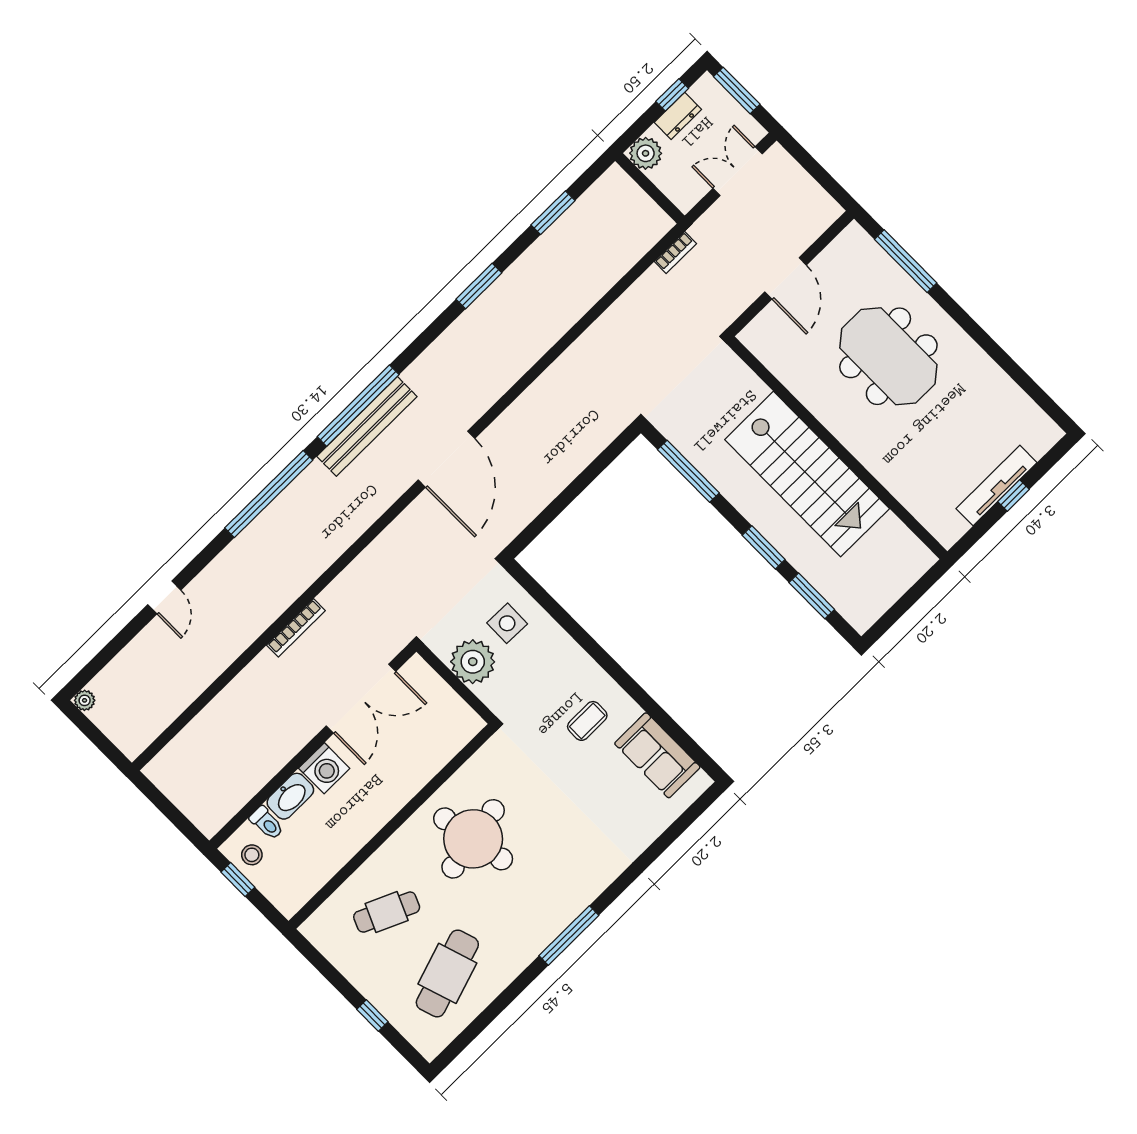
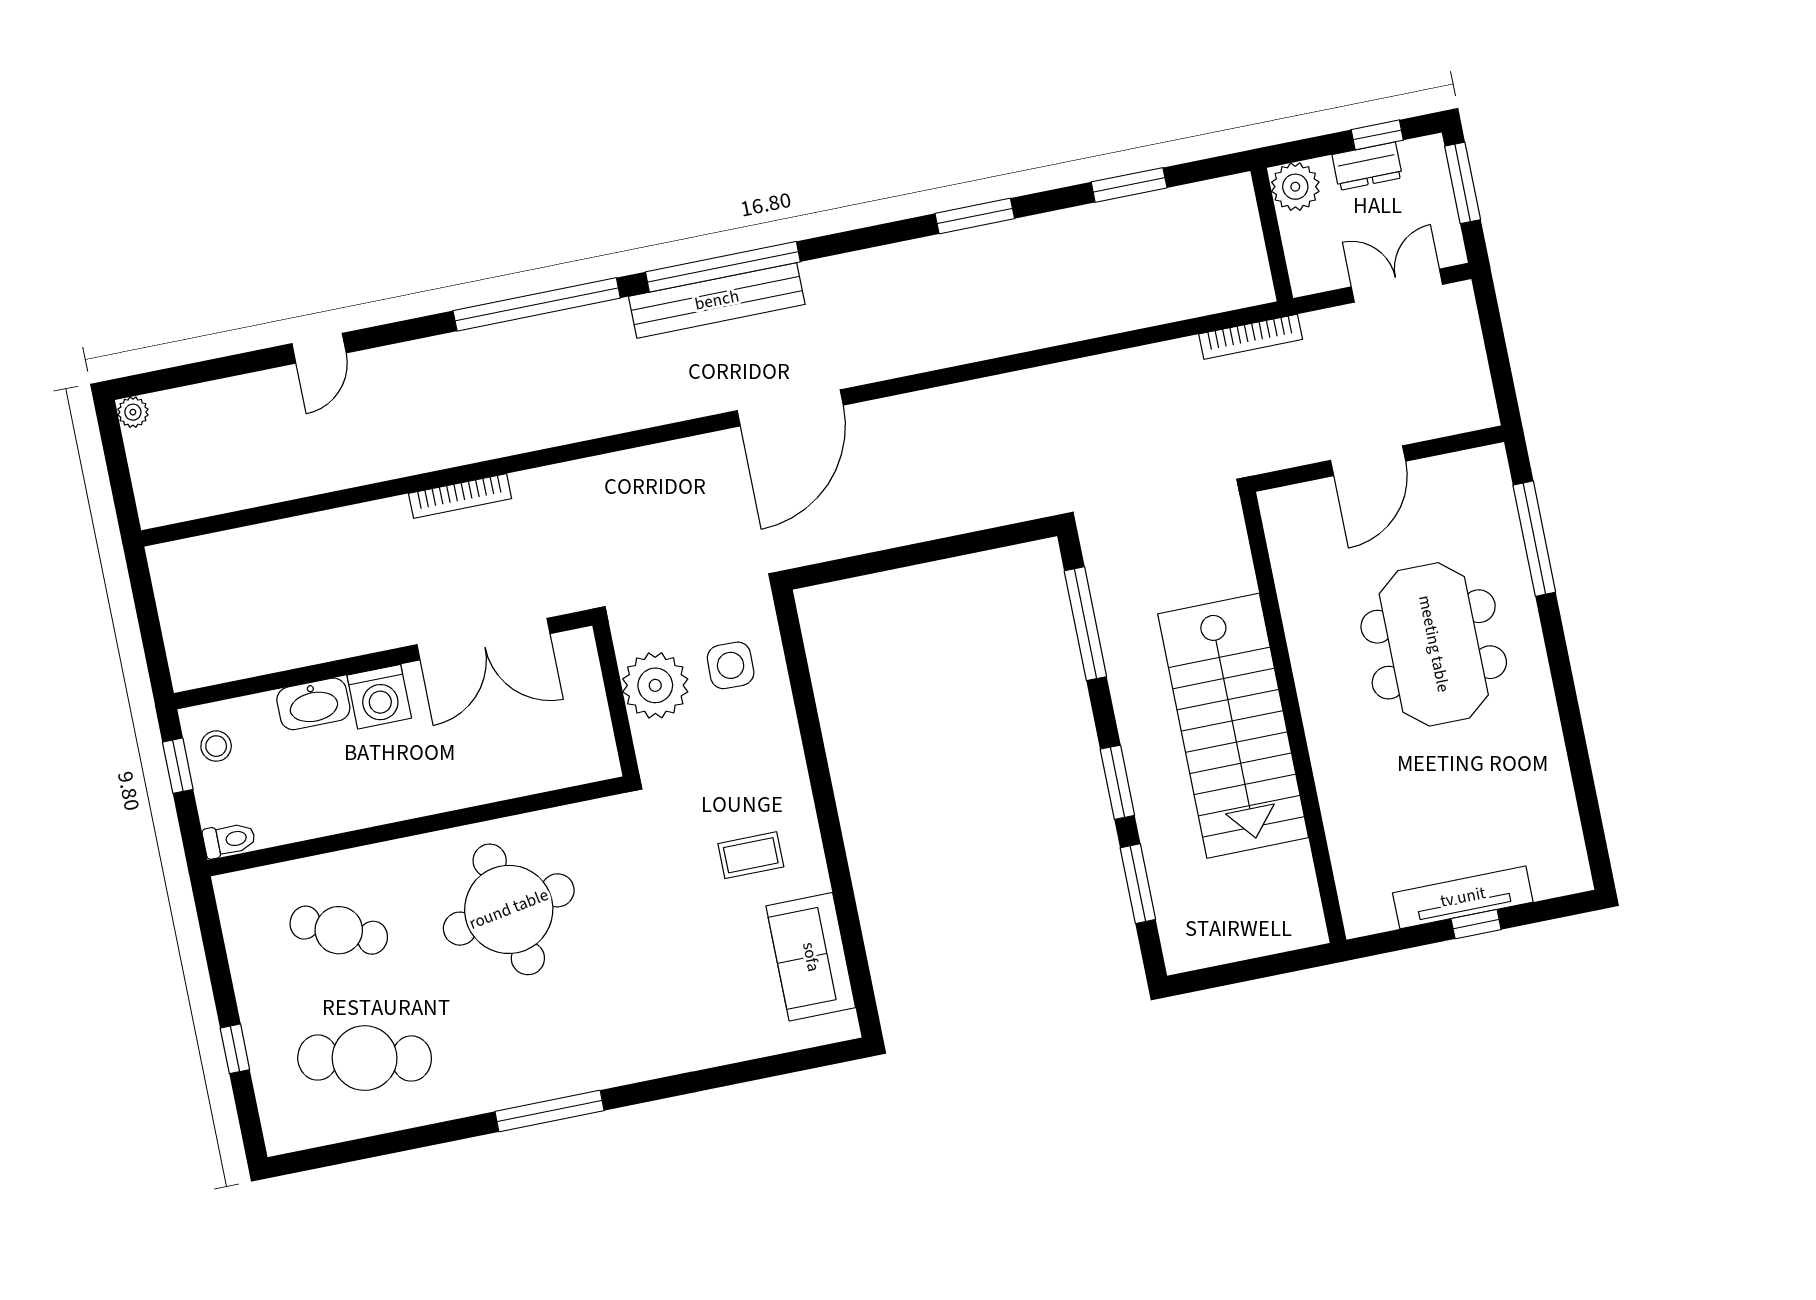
bookcase: (675, 253) -> (1251, 337), width x1.56
toilet: (267, 823) -> (229, 840), moved, turned -90
cafe table: (447, 973) -> (365, 1058), turned 30

